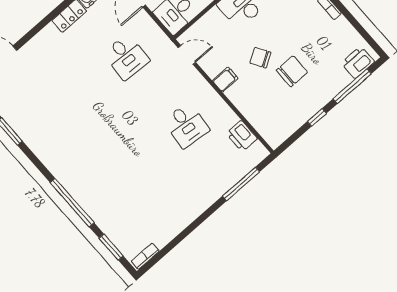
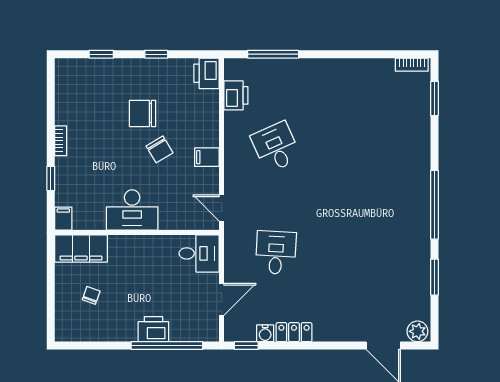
printer: (358, 62) -> (207, 73), moved, turned 90
window: (352, 86) -> (101, 54), width x0.46
desk: (186, 125) -> (276, 147), turned -30
window: (72, 203) -> (434, 205), moved

